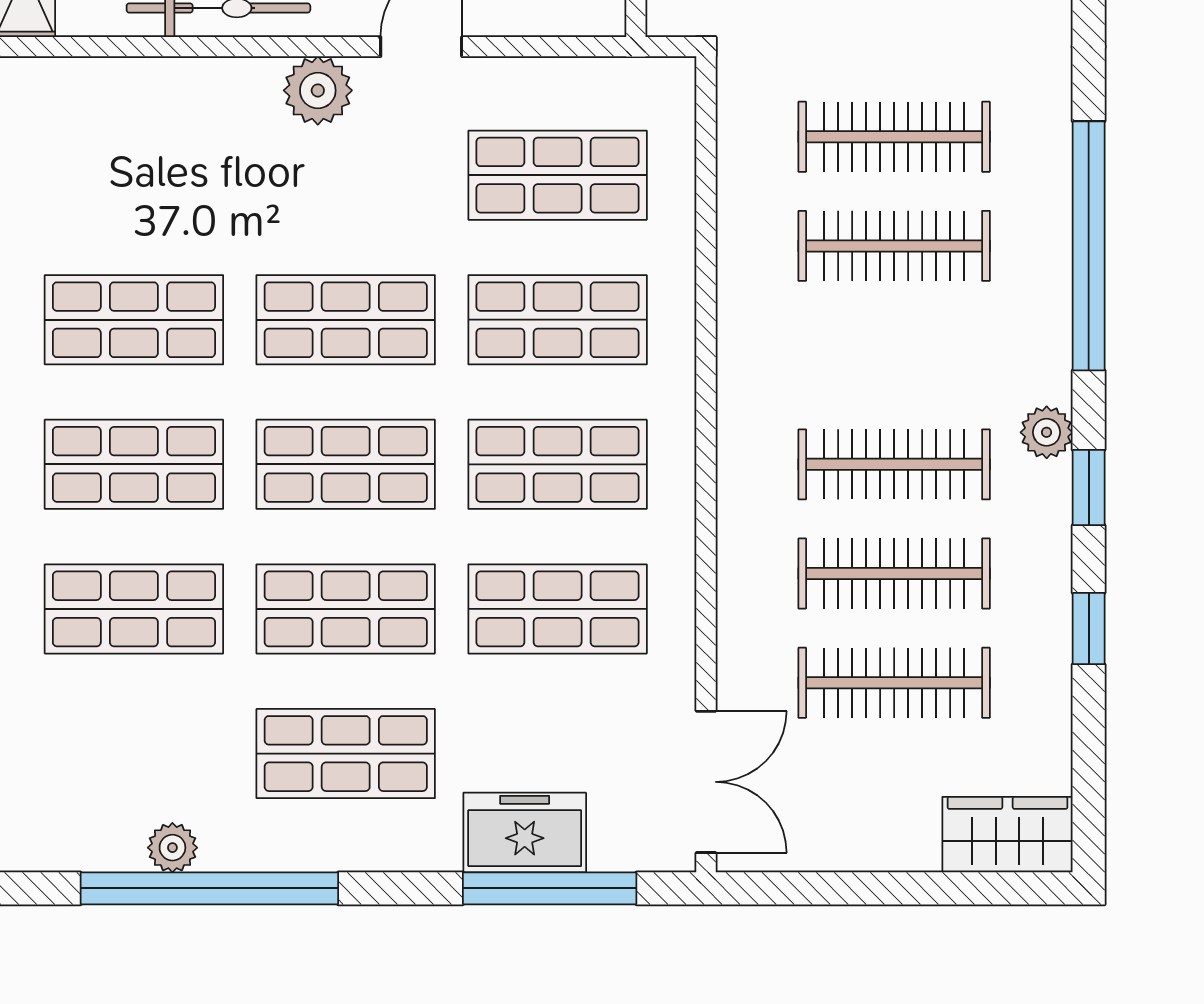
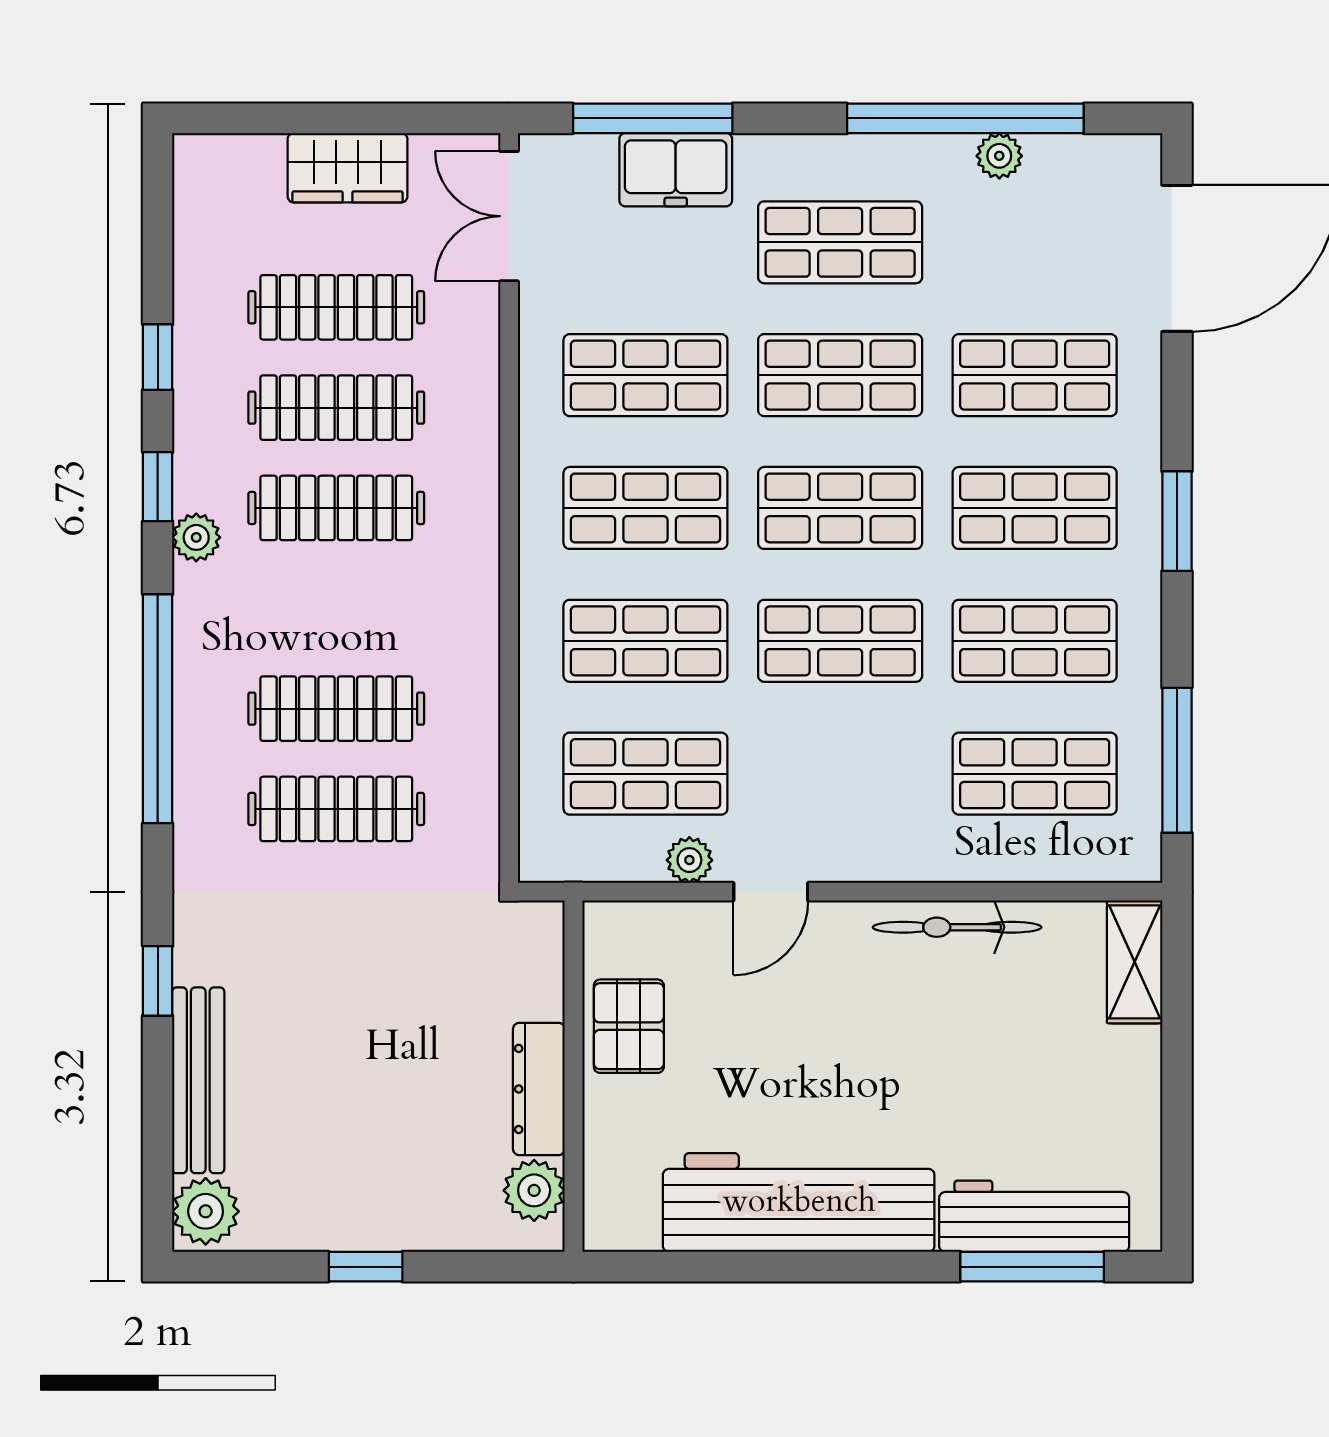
plant: (318, 90) -> (689, 860), moved, width x0.73, depth x0.73
shop shelf: (134, 175) -> (1035, 774), added
wardrobe: (1008, 835) -> (347, 168), moved

